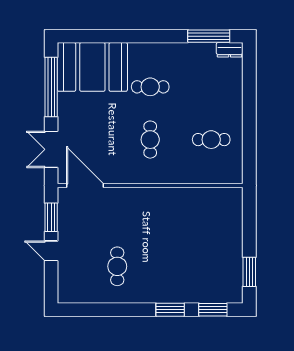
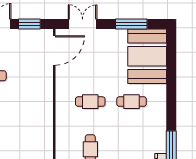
window: (51, 87) -> (131, 24), width x0.68
cafe table: (150, 87) -> (132, 102), turned 90

